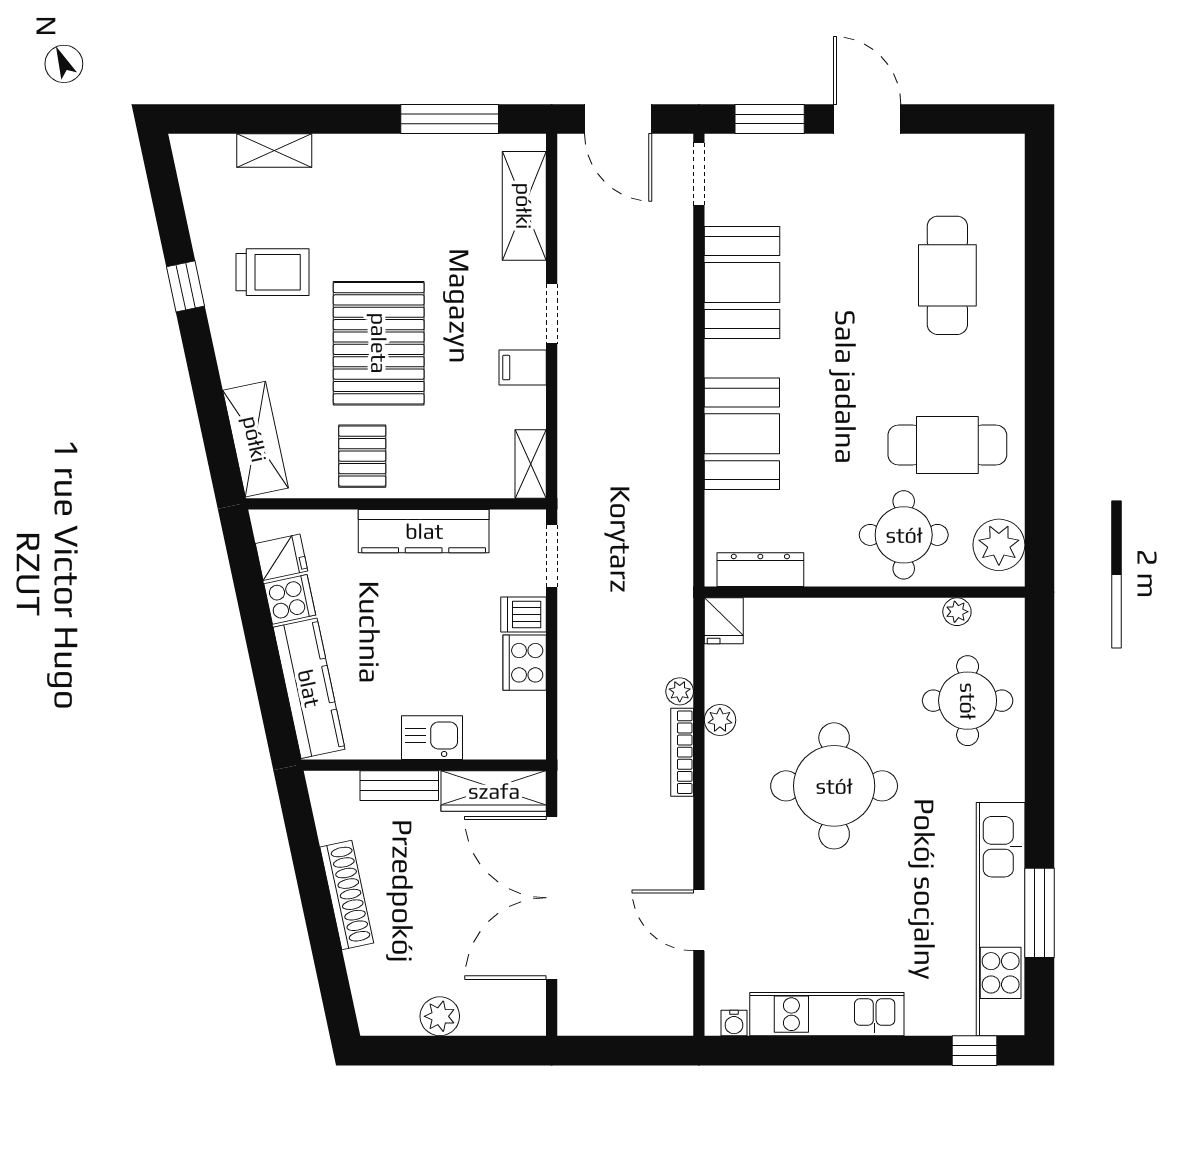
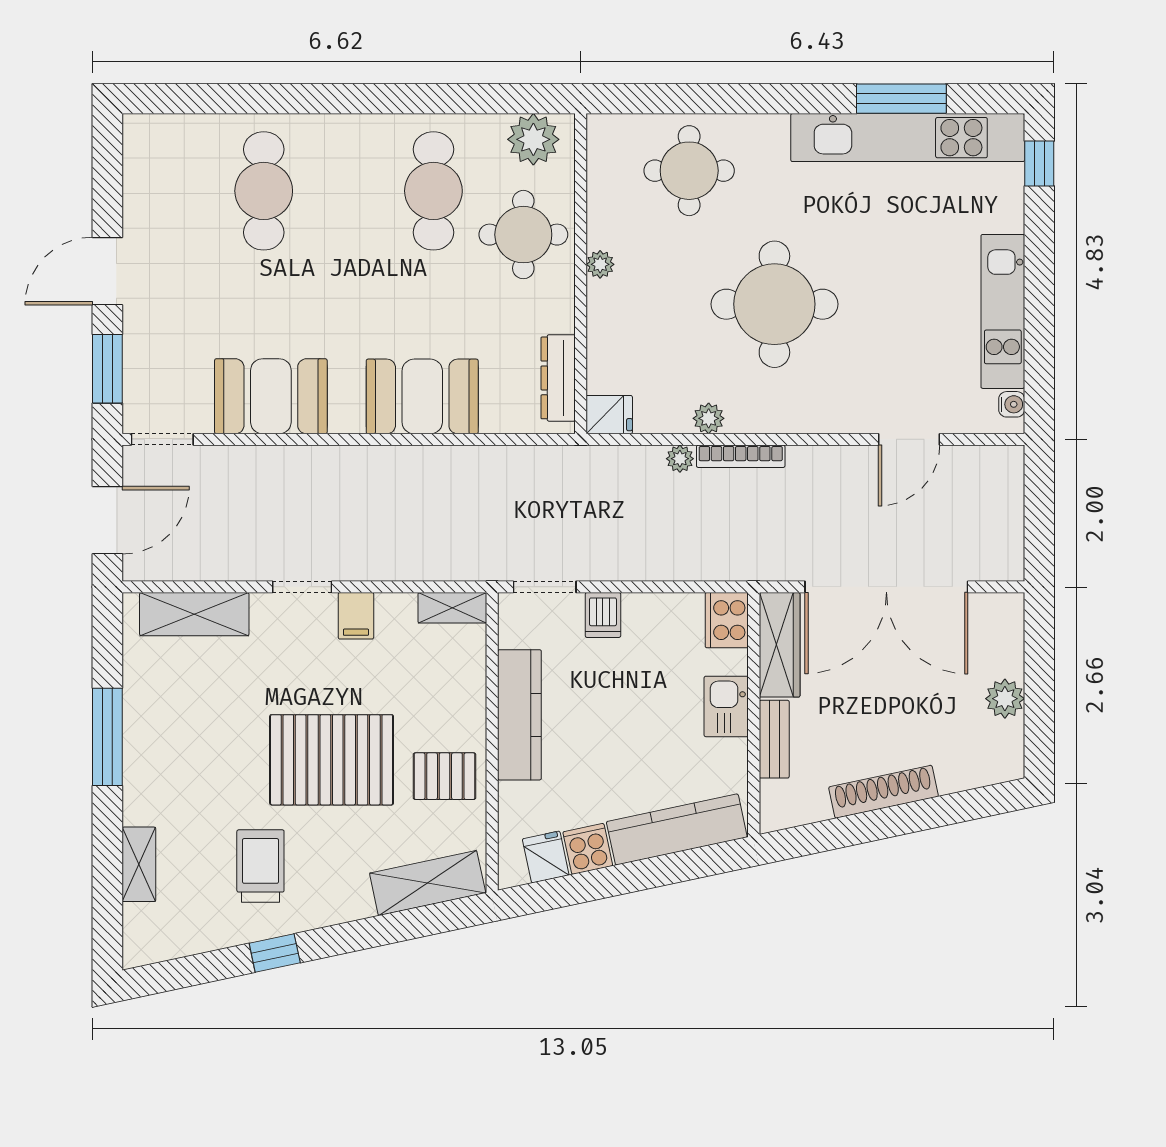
window: (450, 119) -> (107, 737), moved
cafe table: (947, 275) -> (264, 191), turned 90
plant: (957, 612) -> (600, 264), moved
cooker: (525, 663) -> (727, 620), moved, turned 90

